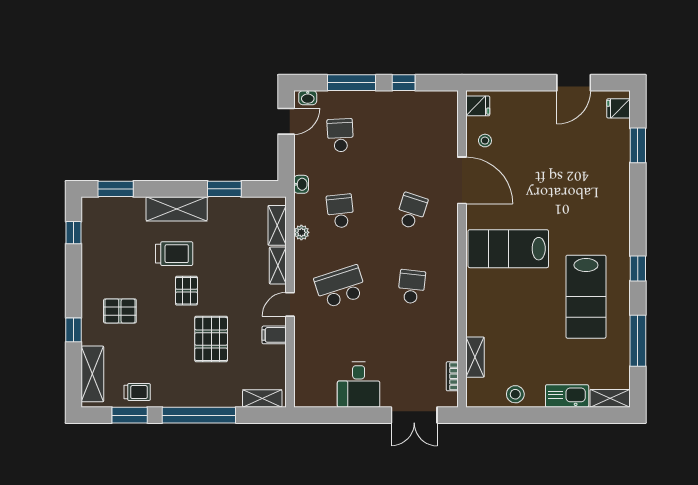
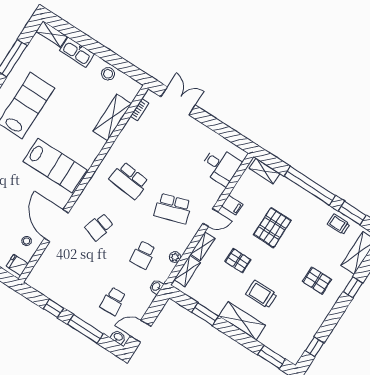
school desk: (412, 287) -> (129, 180), width x1.85
pallet: (186, 291) -> (238, 261), moved, turned 90
shelving: (475, 357) -> (112, 117), width x1.50, depth x1.33
desk: (359, 385) -> (221, 166), moved, turned 90

